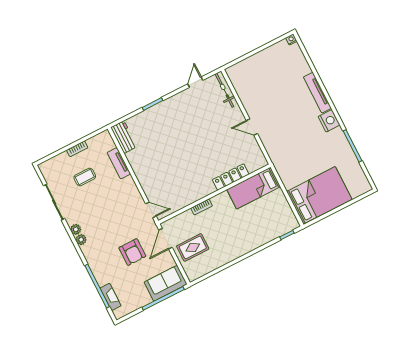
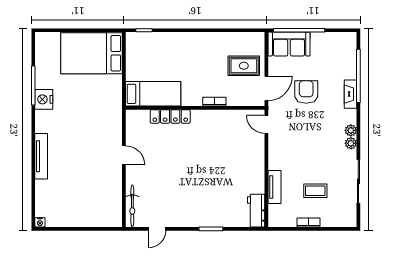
nightstand: (329, 121) -> (44, 99), moved
fireplace: (111, 297) -> (351, 94), moved

